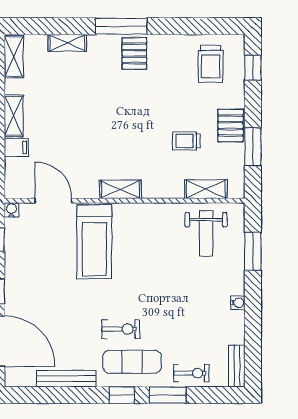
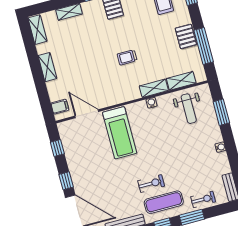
trolley: (186, 141) -> (127, 57), moved
filing cabinet: (16, 147) -> (60, 107), moved
window: (253, 147) -> (204, 46), width x1.44
shelving: (120, 189) -> (154, 88), moved
water cooler: (11, 210) -> (152, 103), moved

